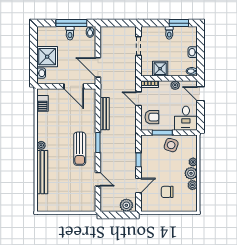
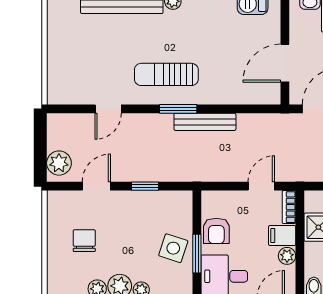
filing cabinet: (164, 88) -> (282, 236), added
bench: (105, 114) -> (205, 122), moved
armchair: (152, 117) -> (216, 231), moved
window: (162, 133) -> (197, 254), moved
door: (138, 186) -> (96, 186), swing flipped

